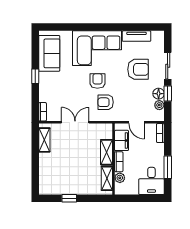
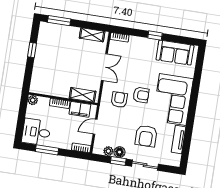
shelving: (107, 152) -> (83, 95), moved
window: (35, 175) -> (59, 21), added
shelving: (107, 178) -> (46, 89), removed
plant: (120, 178) -> (33, 100), moved

